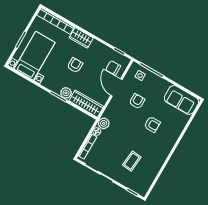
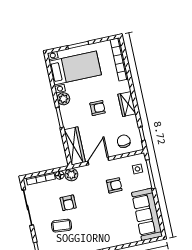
wardrobe: (81, 38) -> (127, 104), moved
door: (116, 87) -> (98, 161), moved
plant: (66, 93) -> (63, 99), moved
sofa: (181, 100) -> (147, 214), width x1.36
armchair: (152, 124) -> (68, 203), moved

